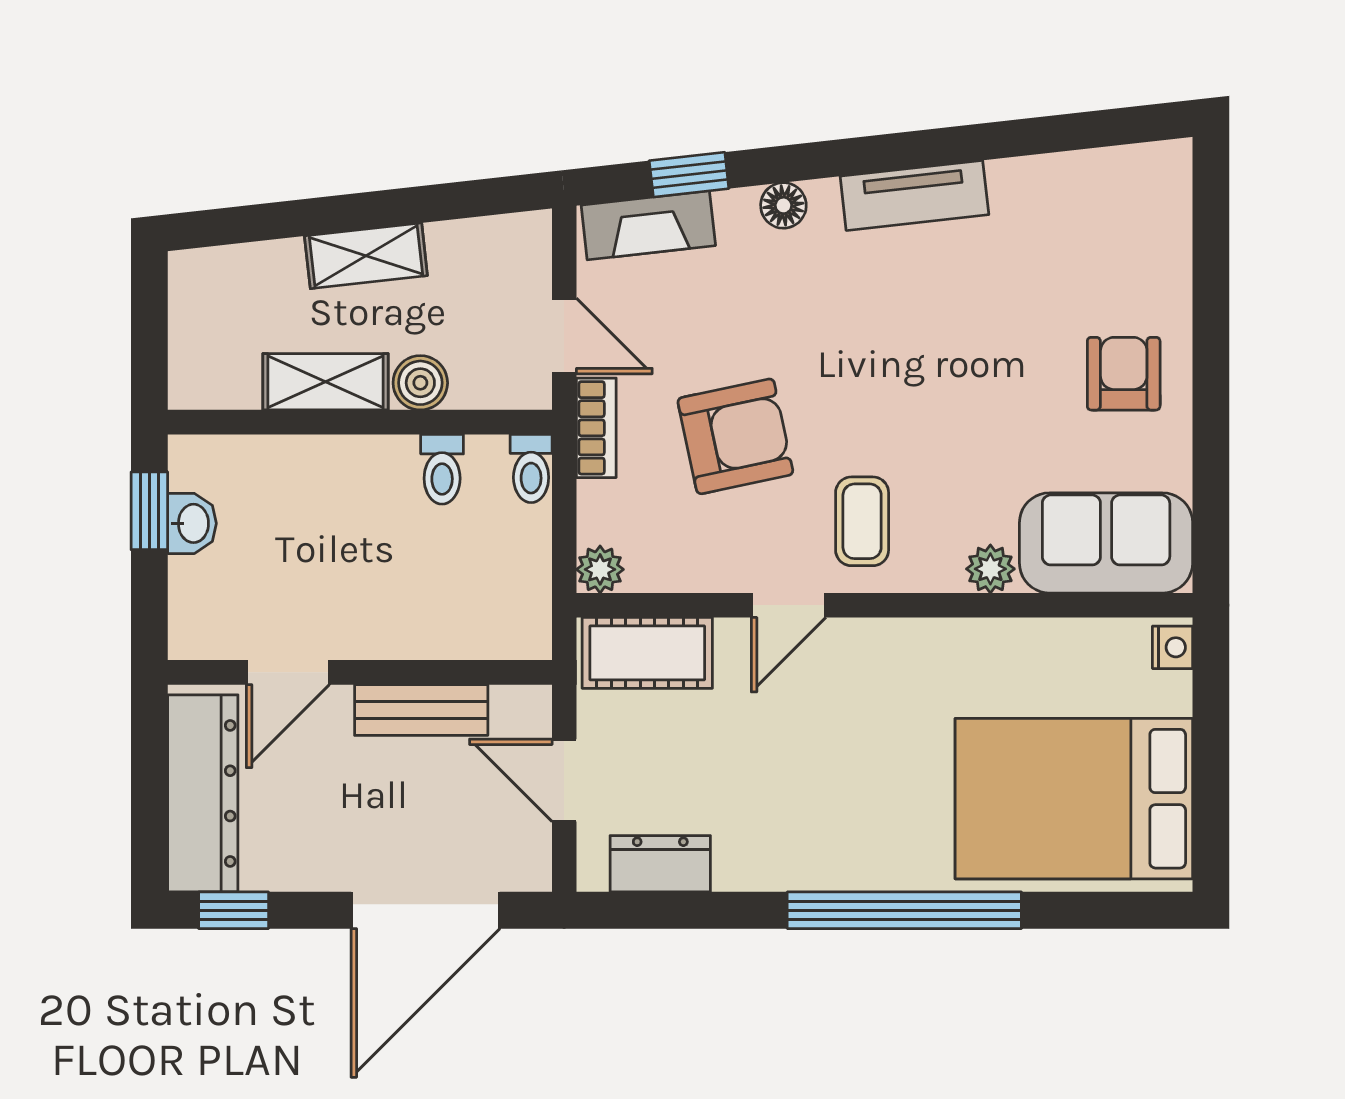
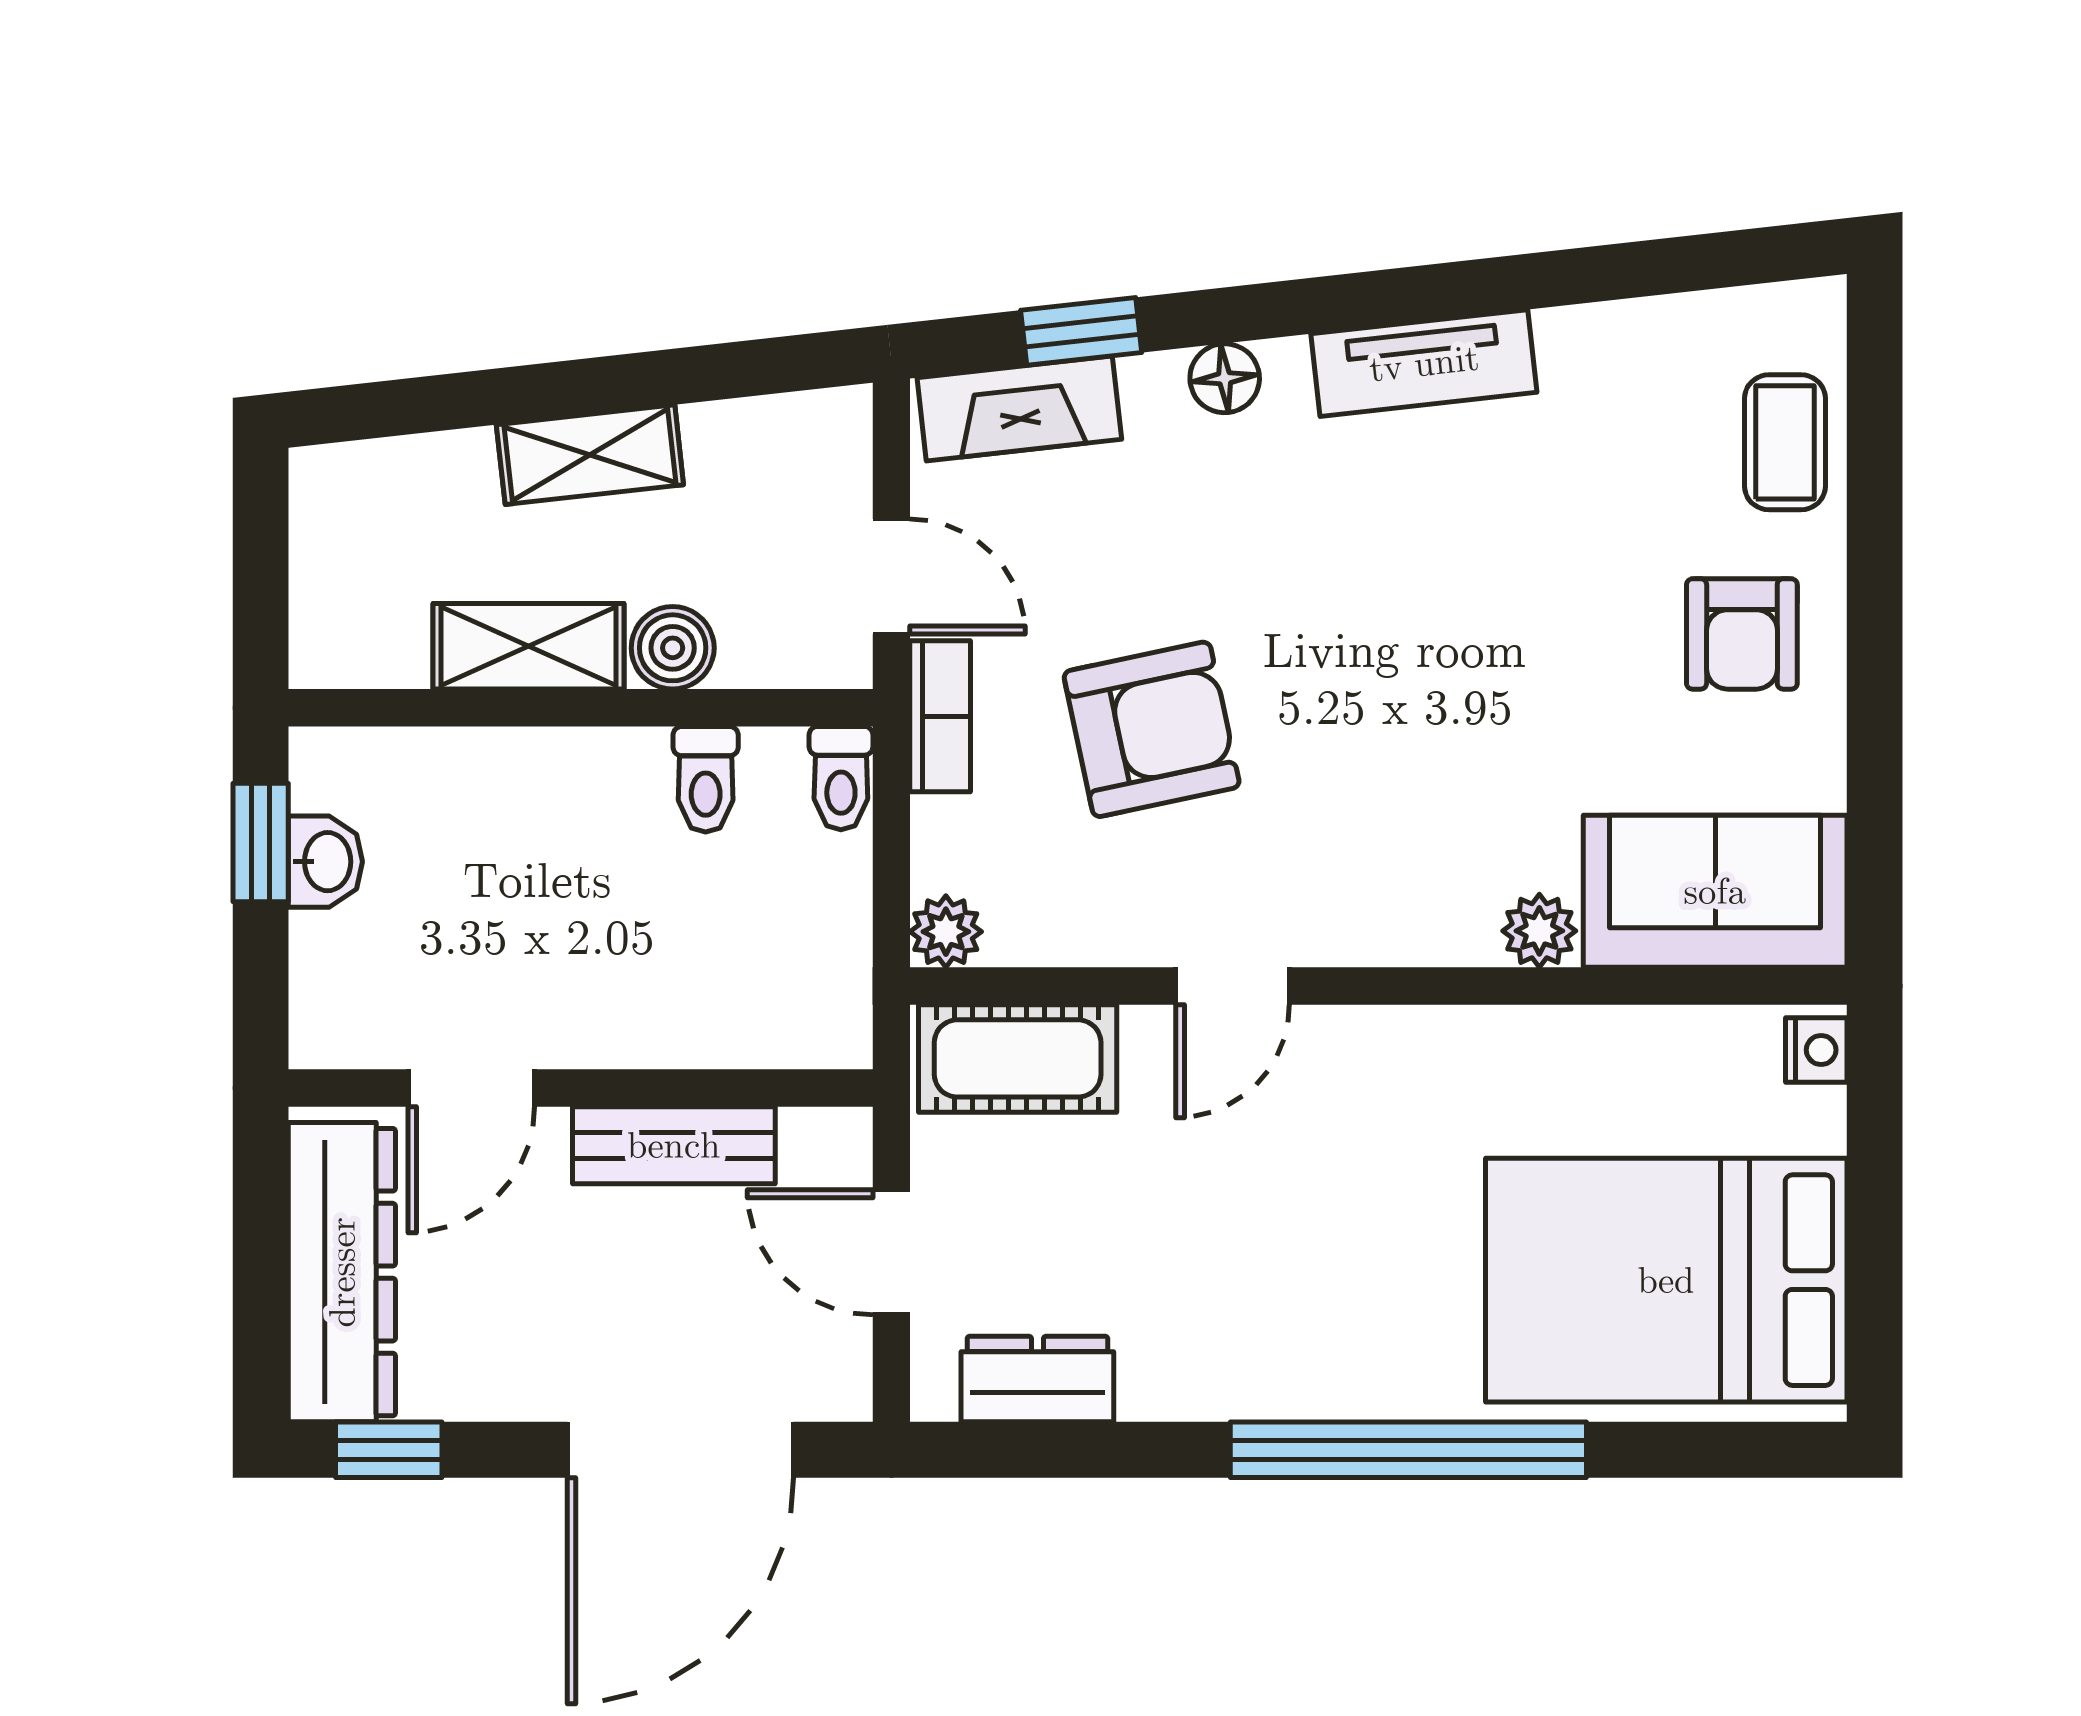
armchair: (1124, 374) -> (1742, 634), turned 180
coffee table: (862, 521) -> (1785, 442), moved

